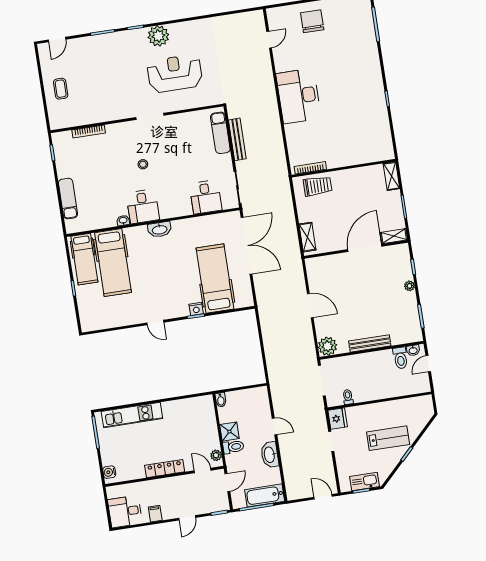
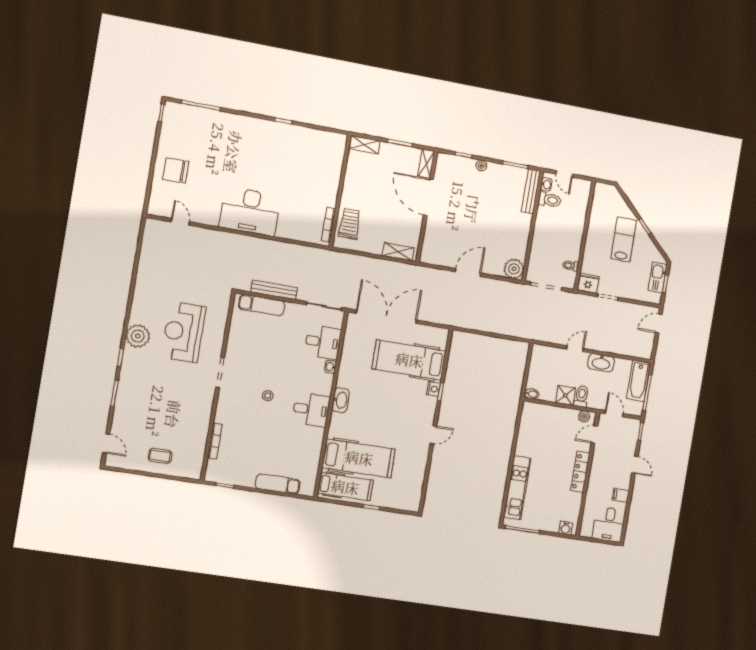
washbasin: (123, 221) -> (330, 367), moved
bench: (370, 343) -> (531, 191), moved

